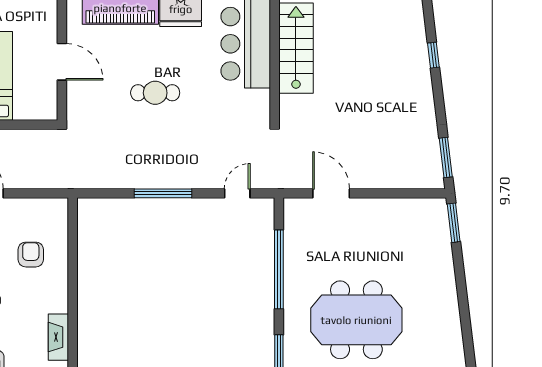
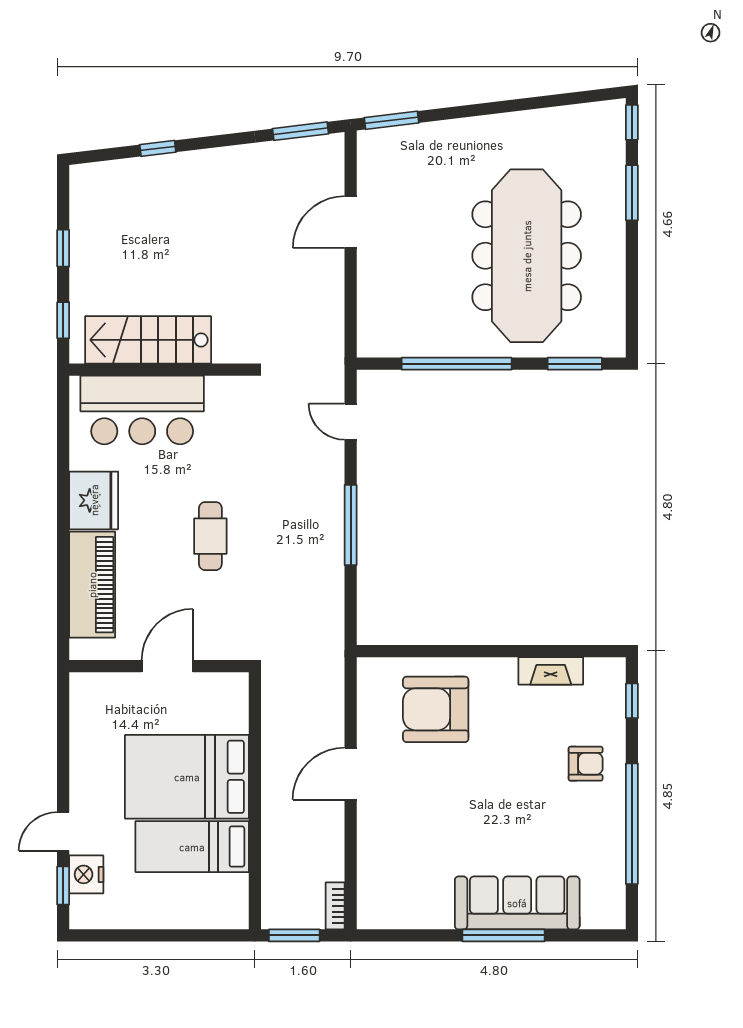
door: (331, 193) -> (351, 222), moved
armchair: (31, 255) -> (436, 709), width x1.88, depth x1.88
meeting table: (356, 320) -> (527, 256), width x1.36

